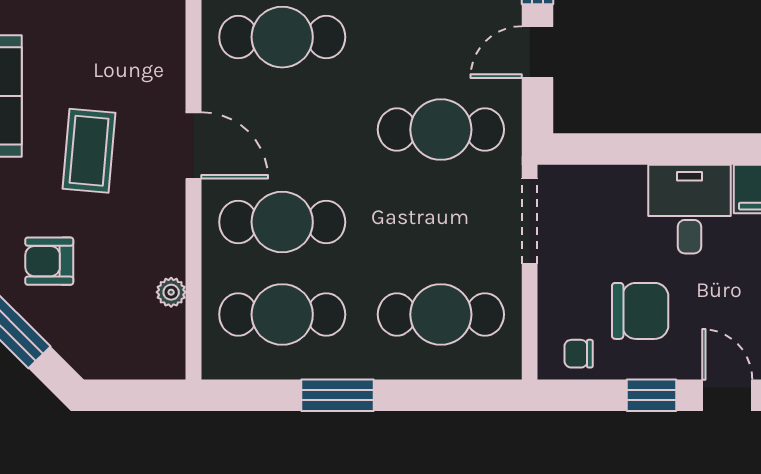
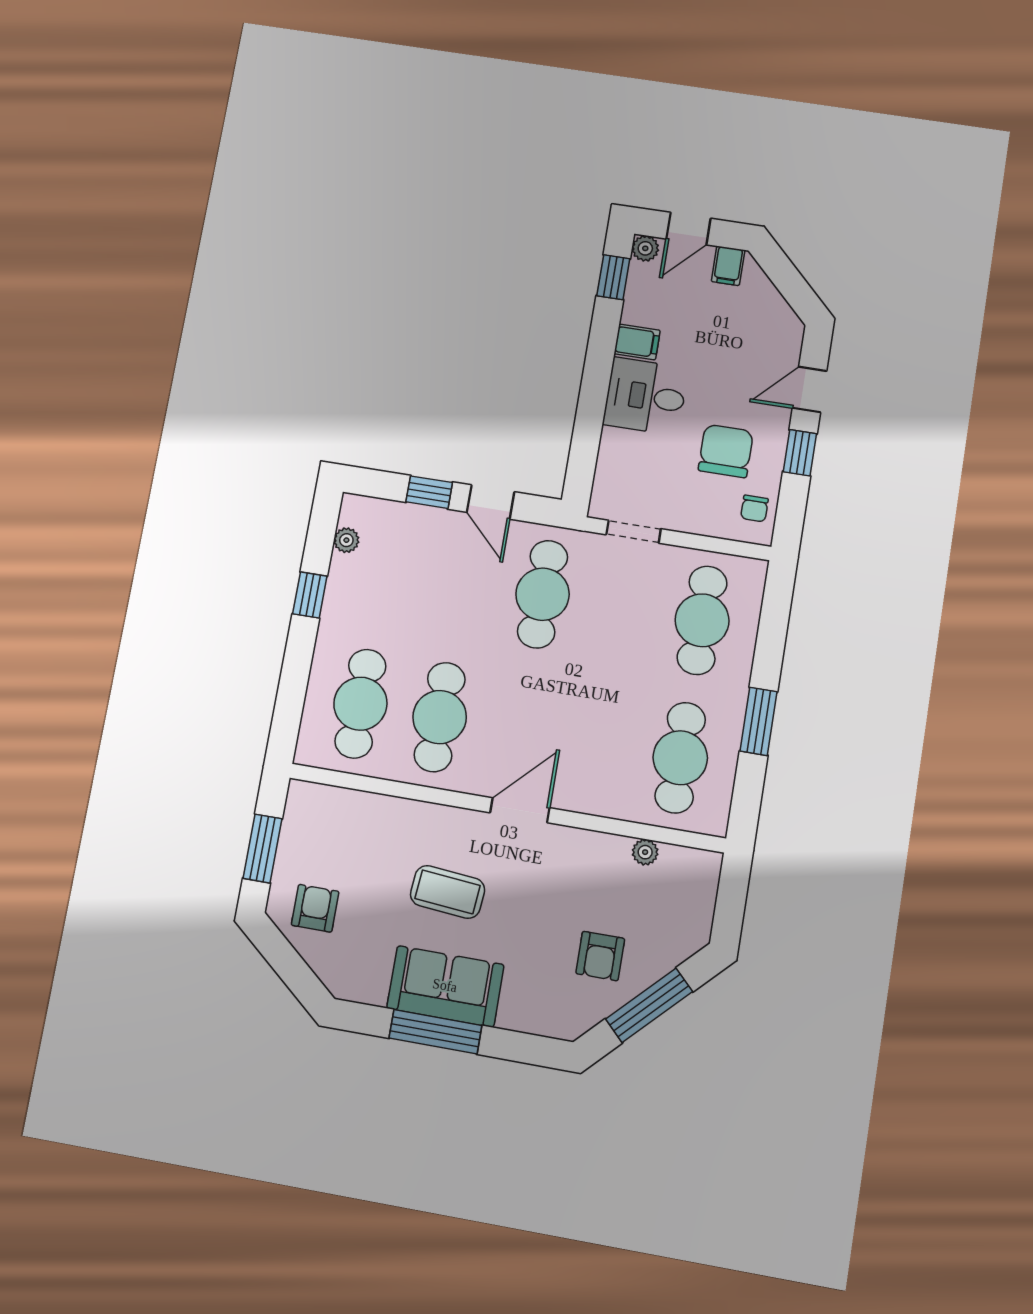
coffee table: (89, 151) -> (448, 892), moved
doorway: (530, 221) -> (634, 532), width x0.73
cafe table: (282, 222) -> (600, 744), removed

